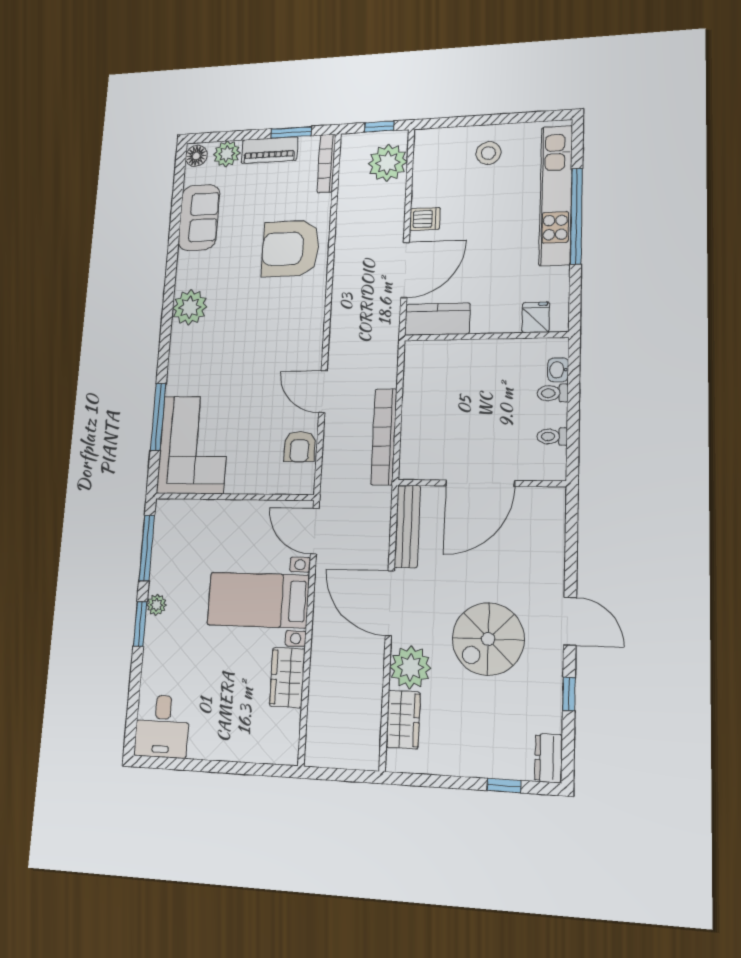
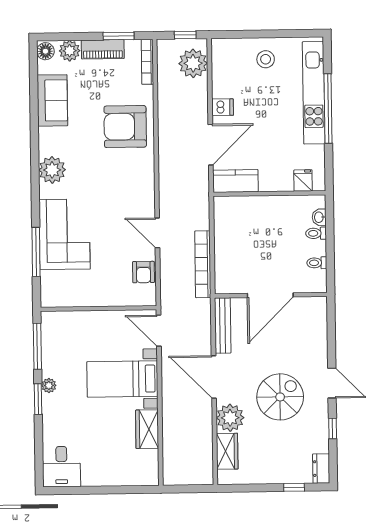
corner sofa: (193, 445) -> (64, 234), moved
spiral stairs: (488, 639) -> (280, 397), turned 180

